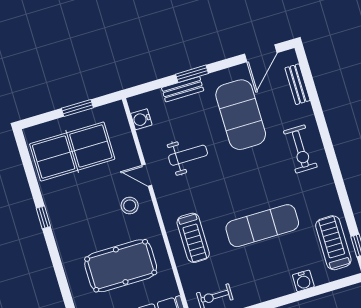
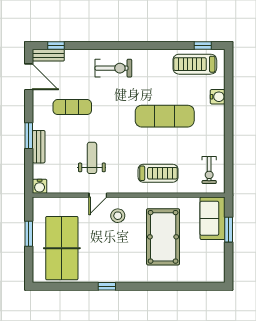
window: (307, 74) -> (56, 45), added
bench: (298, 84) -> (48, 55), moved
exercise mat: (241, 115) -> (72, 107), width x0.50, depth x0.69
water cooler: (141, 119) -> (40, 186), moved
exercise mat: (262, 226) -> (165, 116), turned 90

